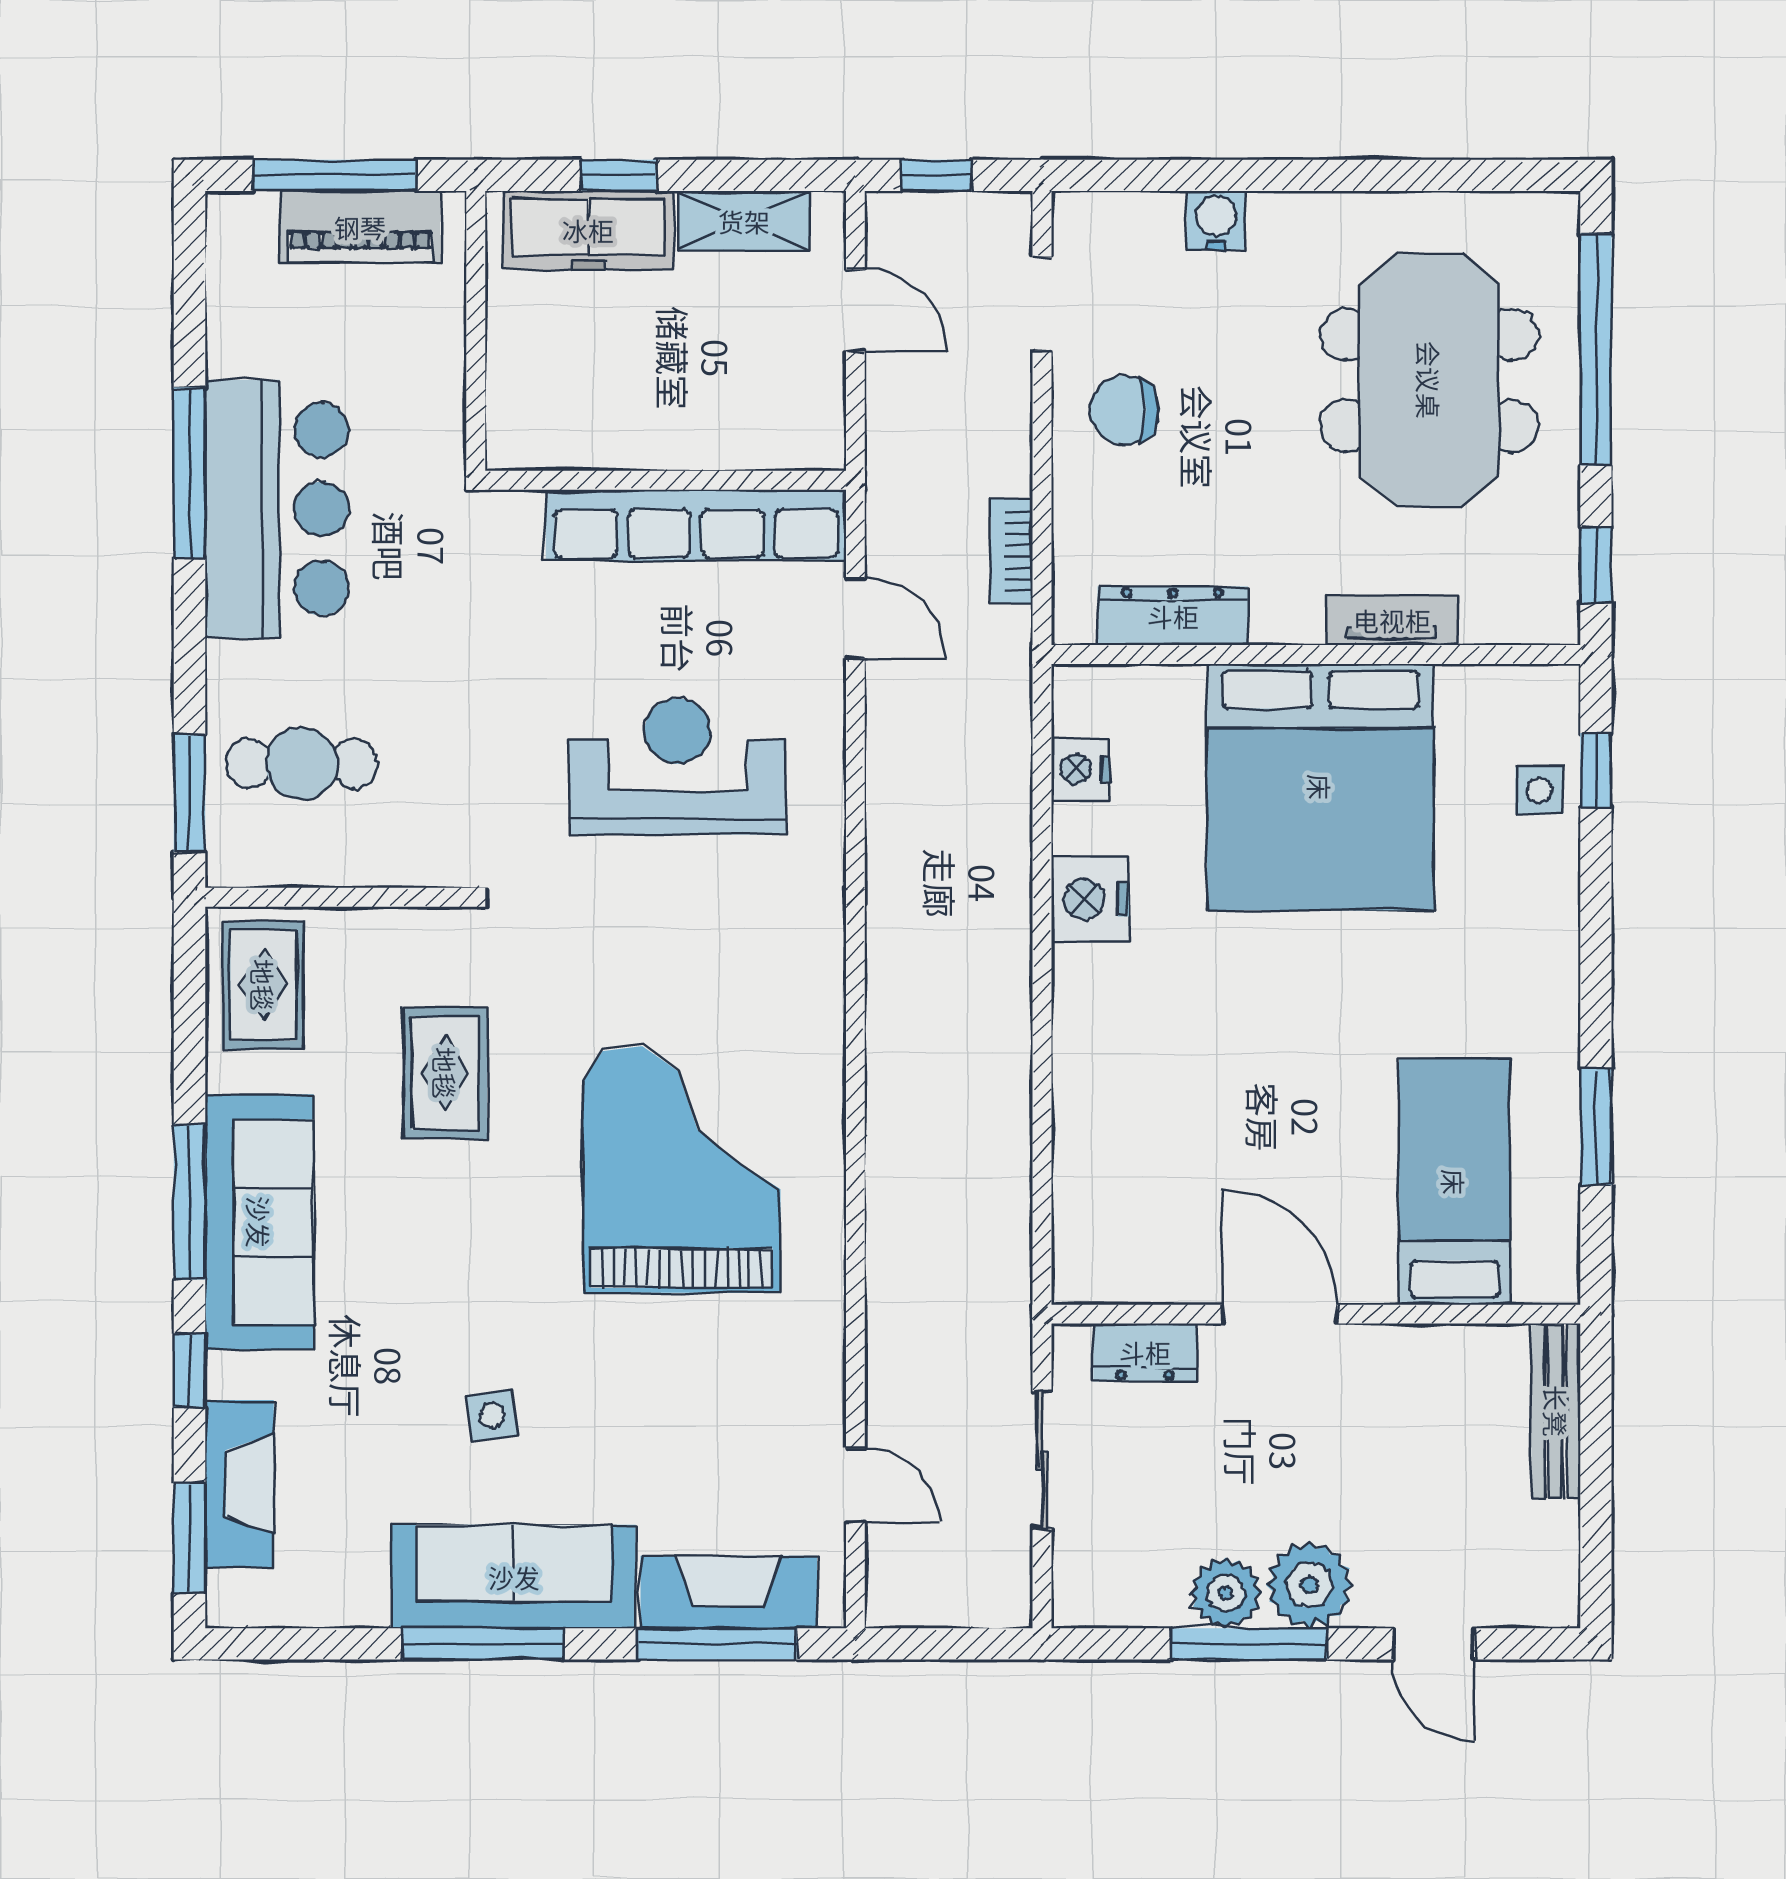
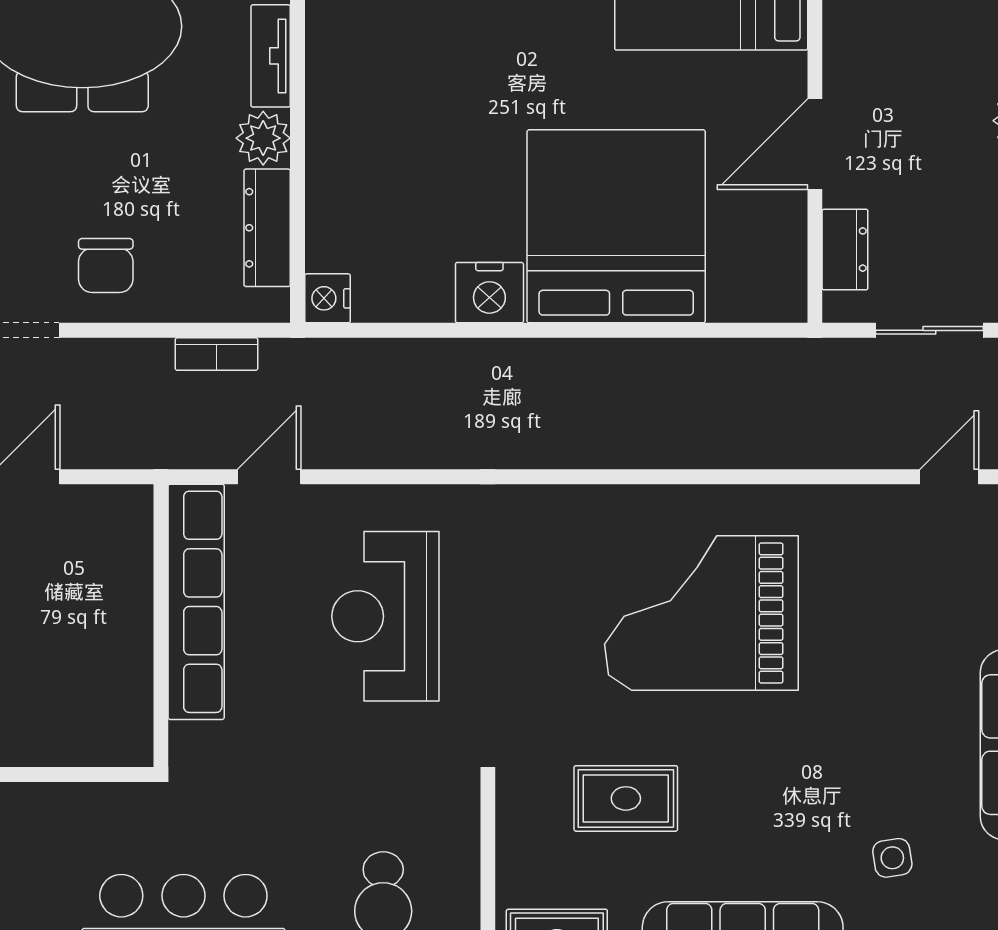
plant: (1287, 611) -> (263, 138), added
nightstand: (1080, 769) -> (327, 298), moved, turned 90
bed: (1320, 787) -> (616, 226), moved, turned -90
side table: (492, 1415) -> (892, 858), moved

